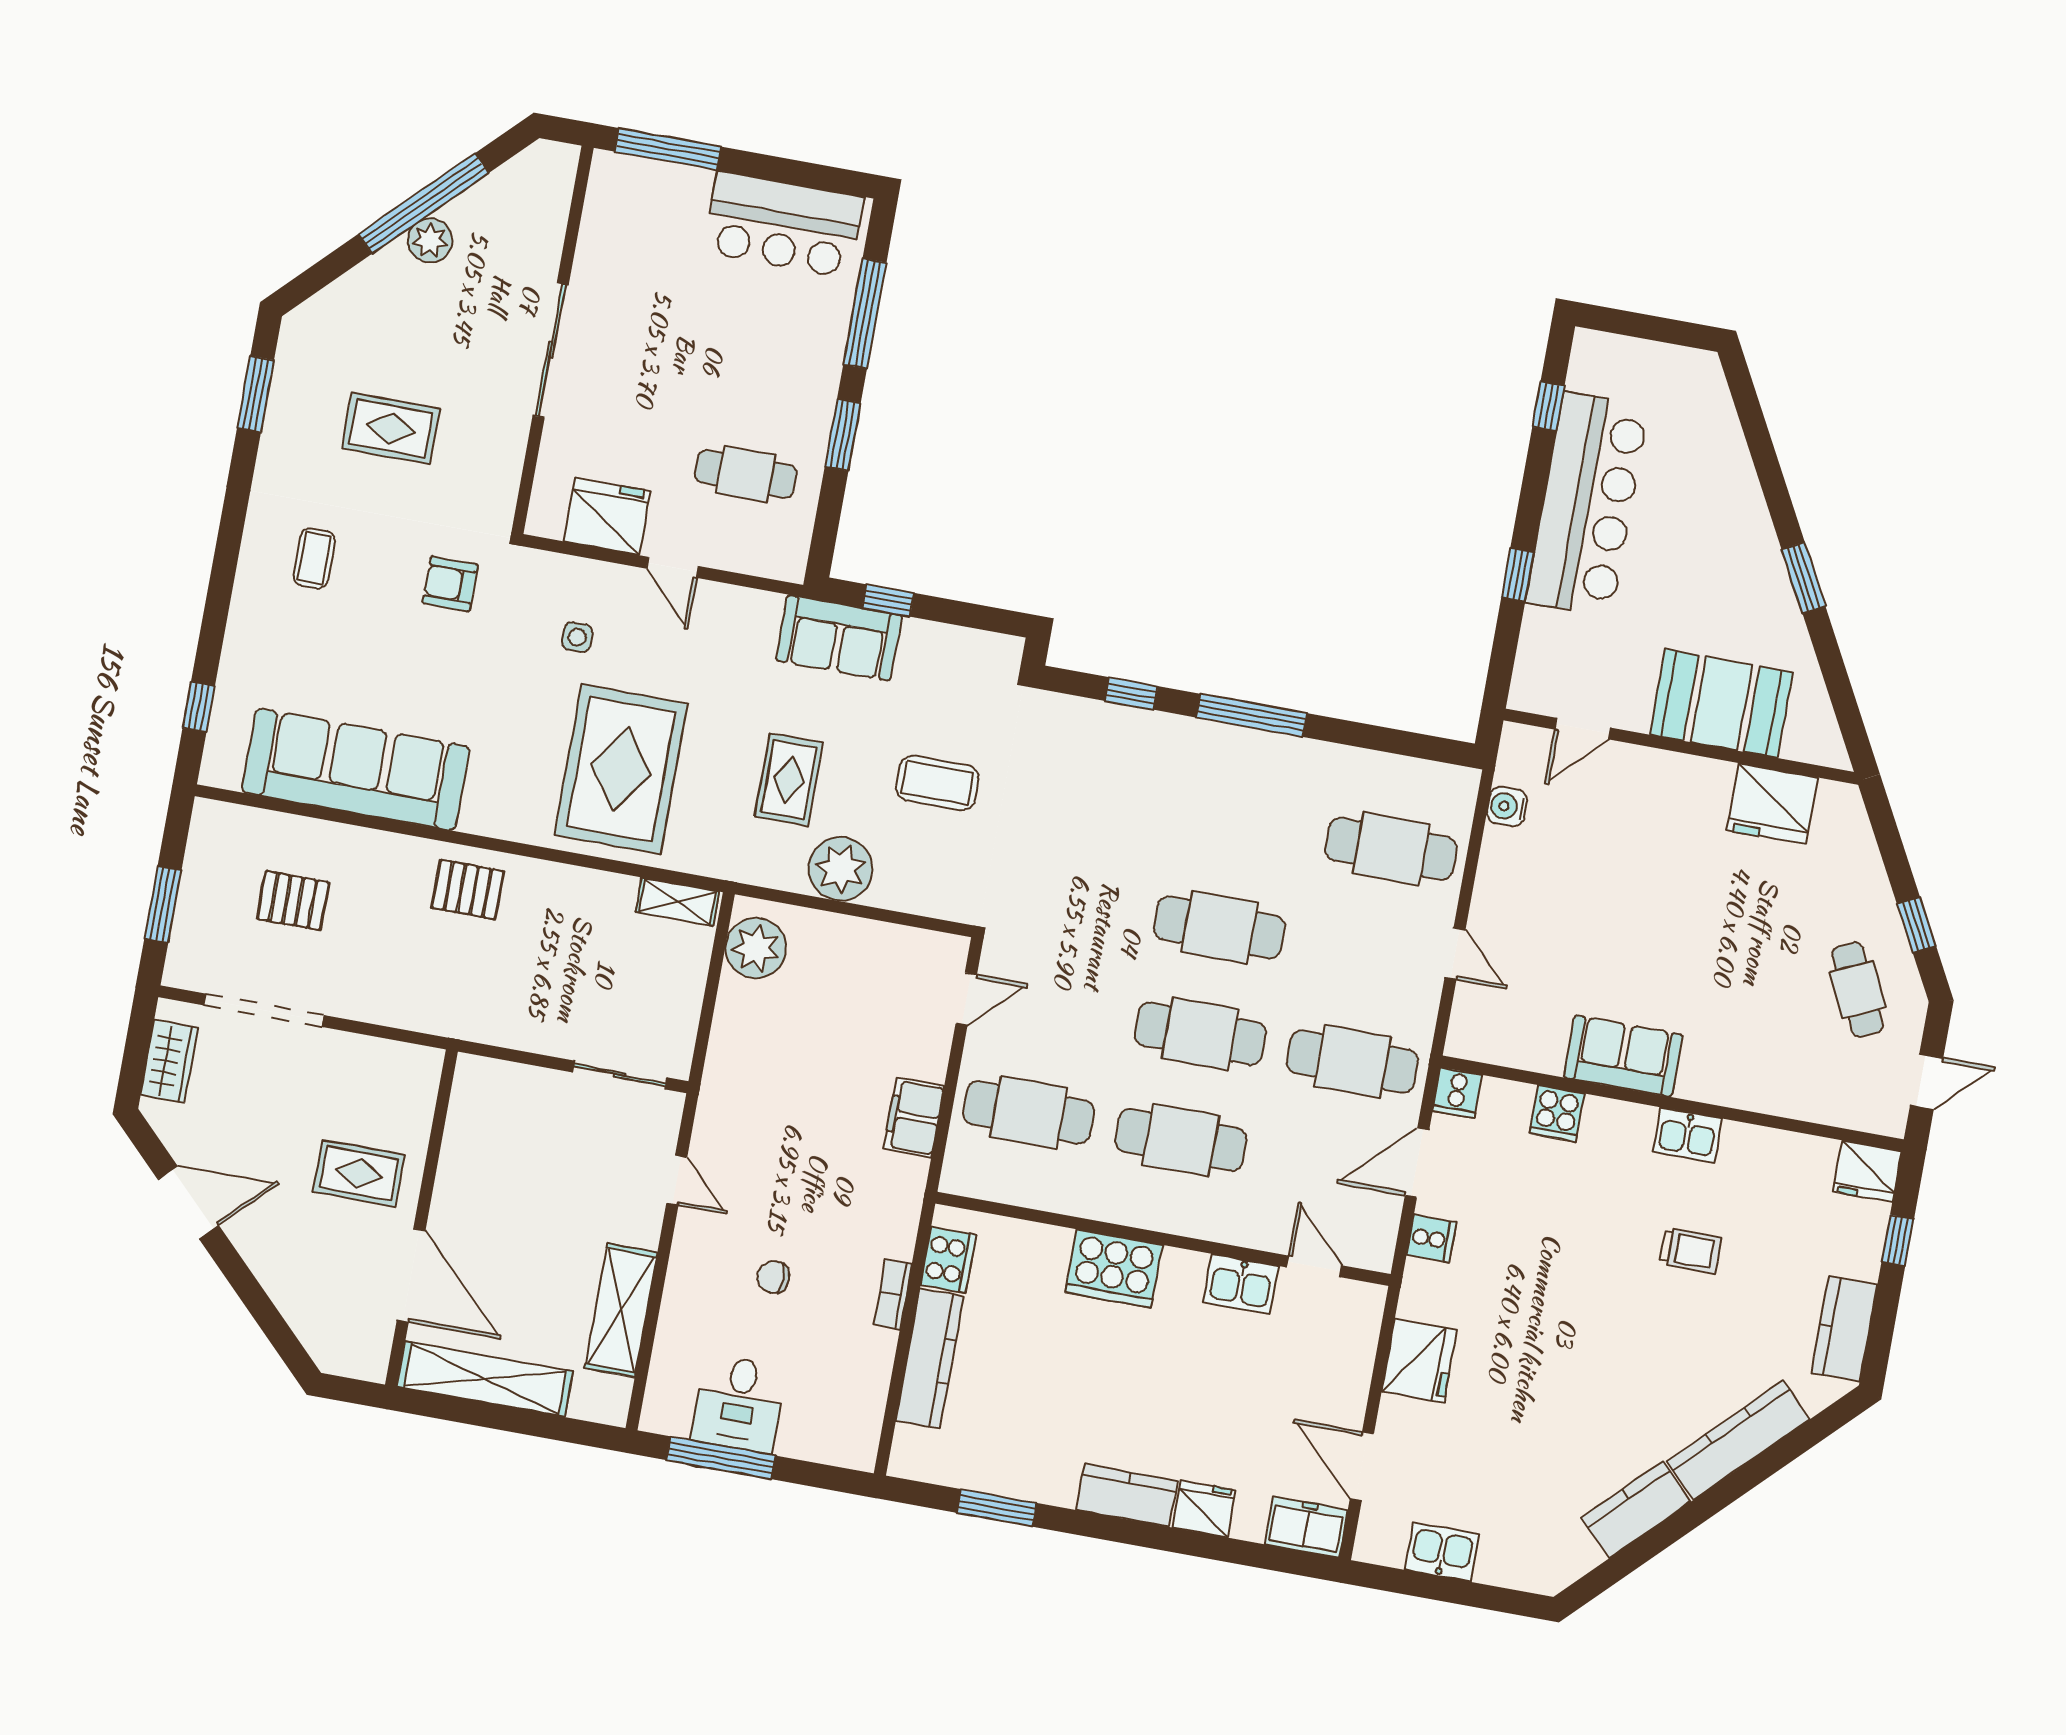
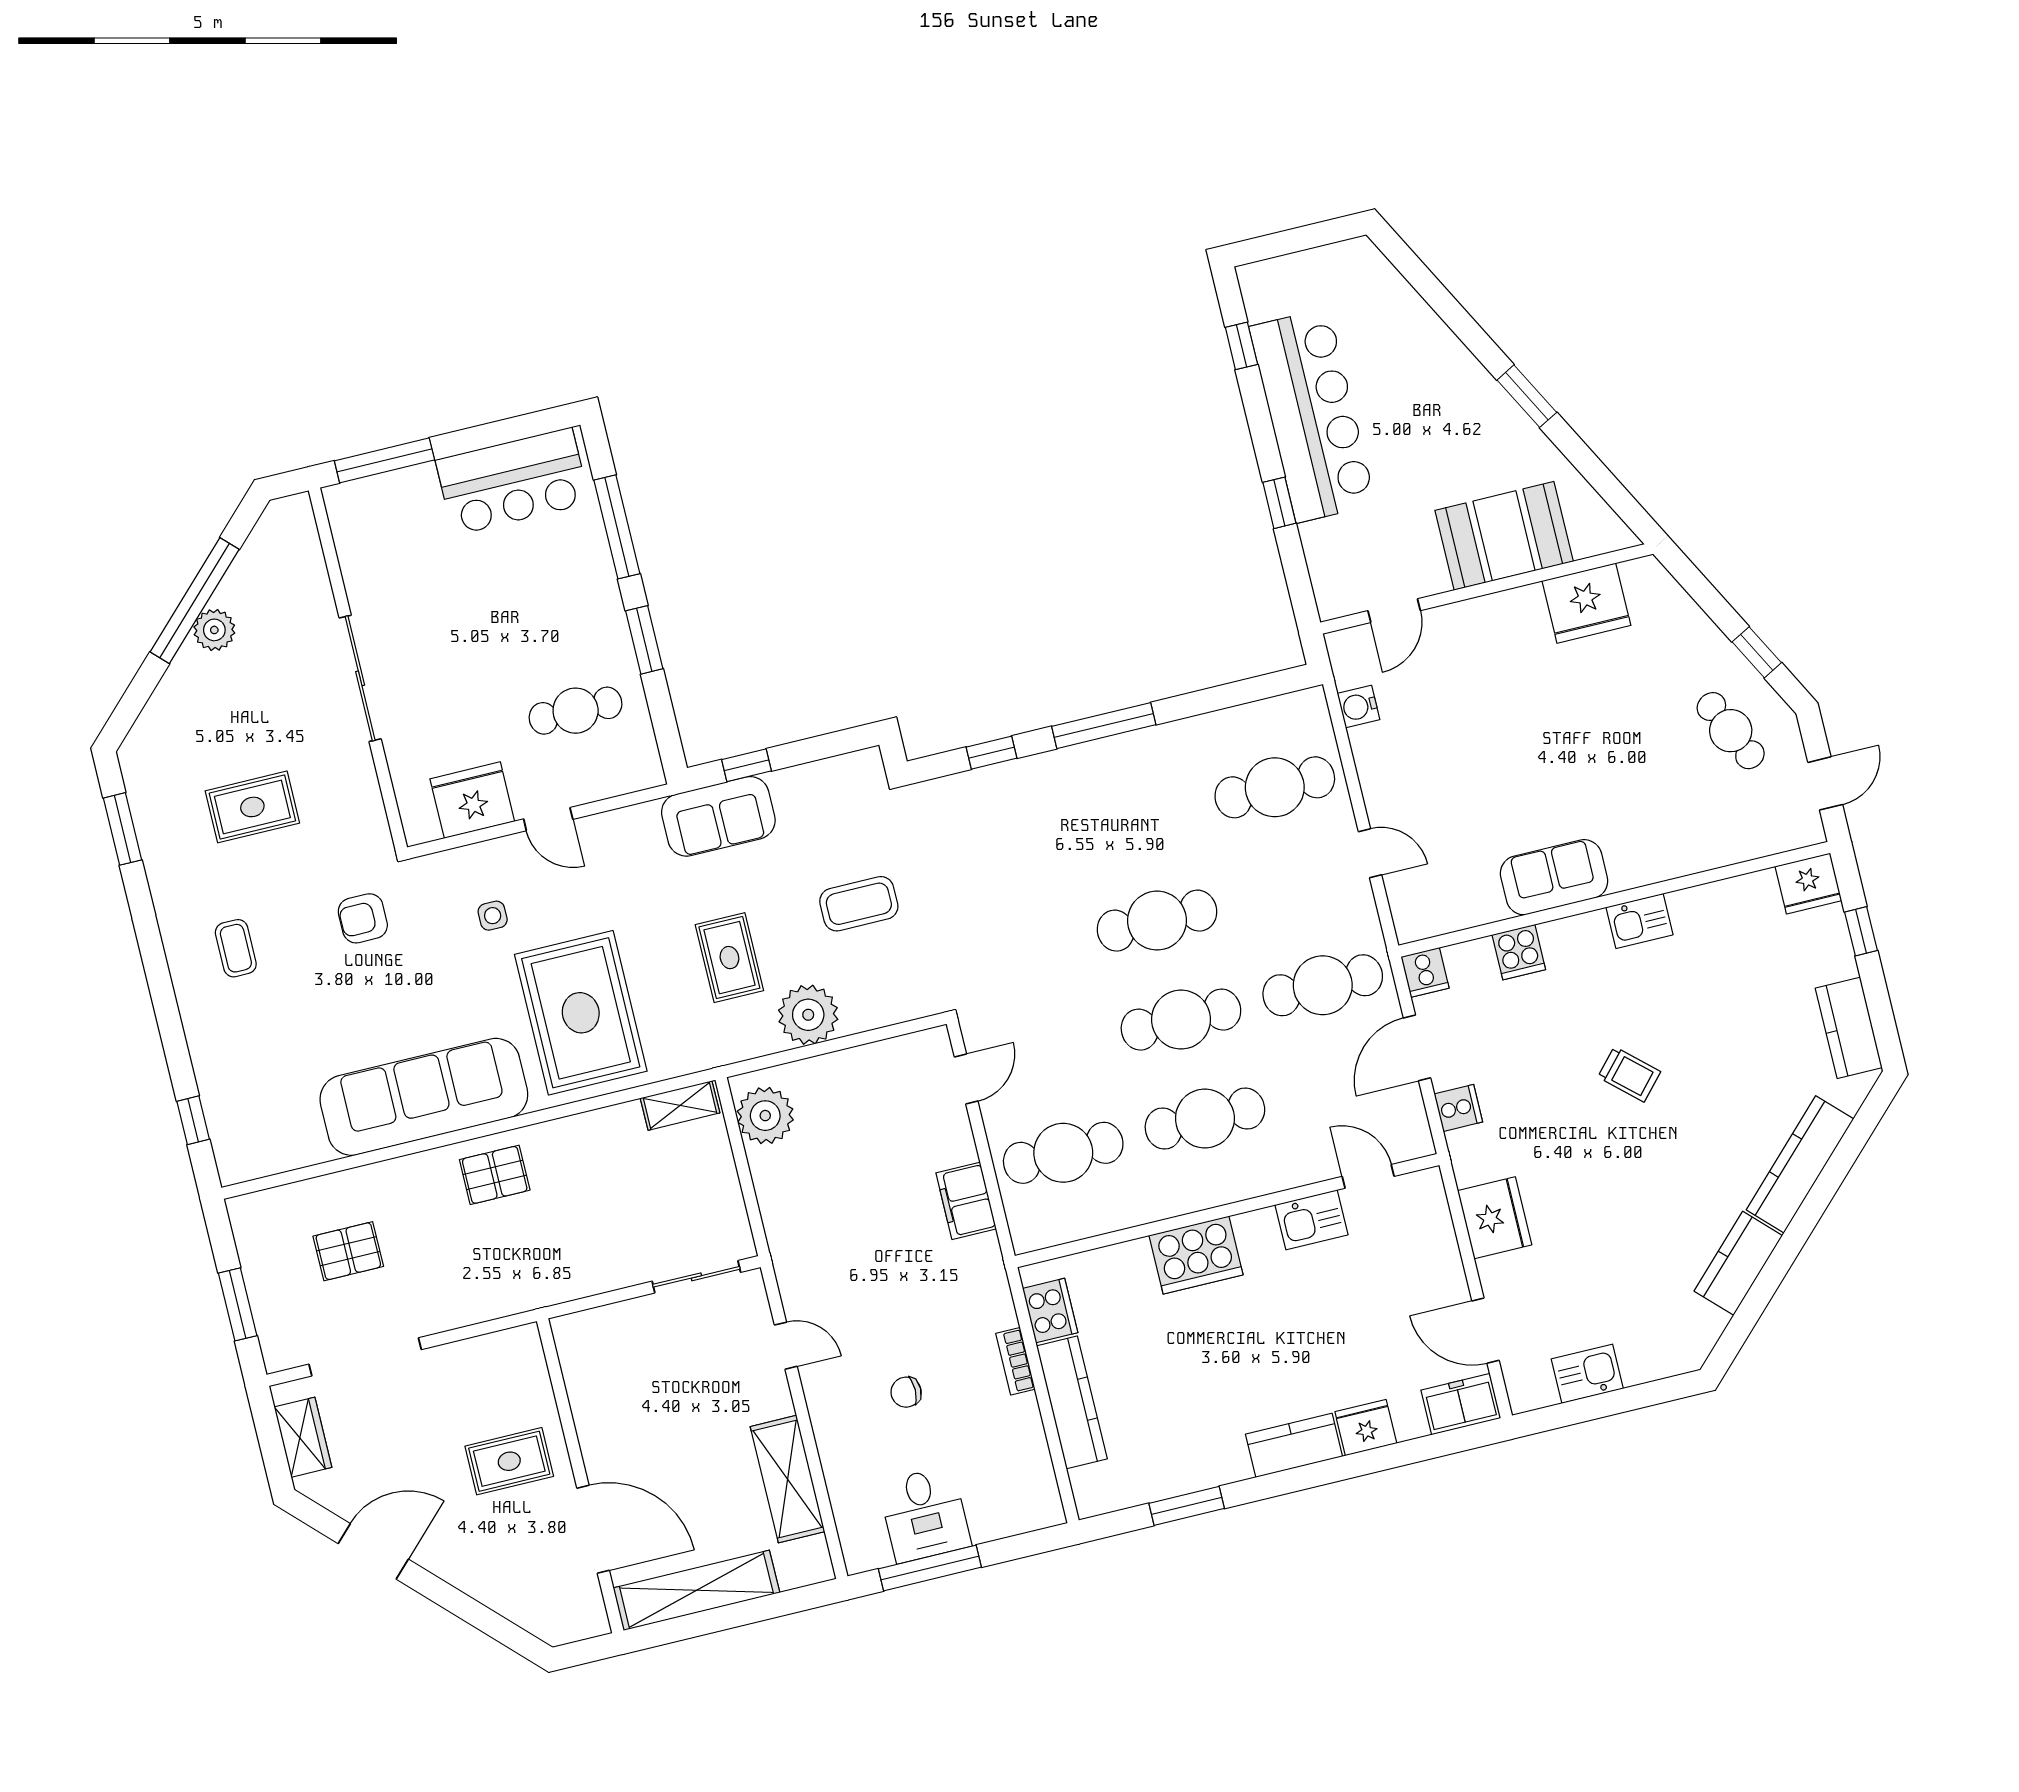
sofa: (356, 769) -> (424, 1097), moved
trolley: (1690, 1250) -> (1629, 1074), moved, turned 42

